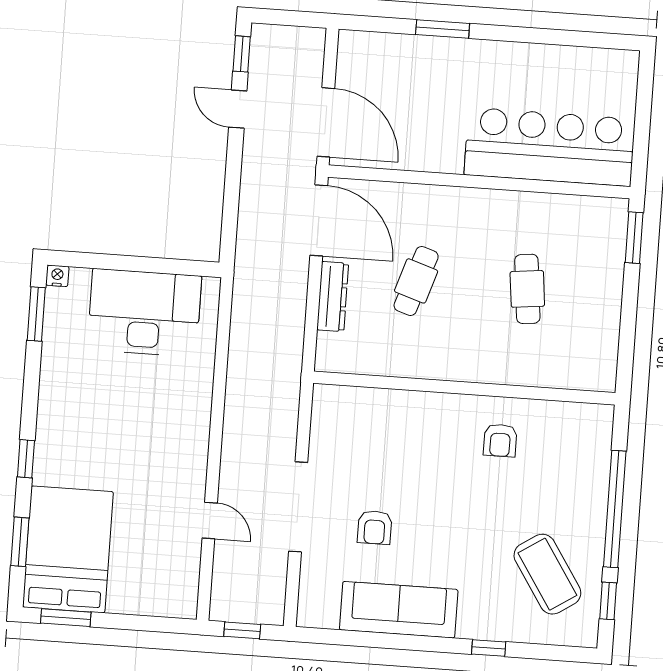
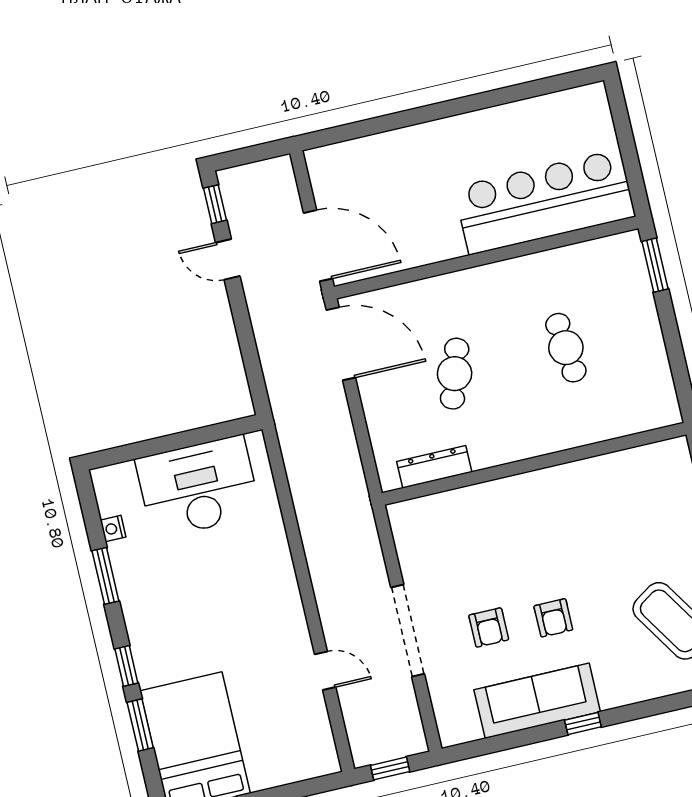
window: (443, 29) -> (404, 119), removed
nightstand: (57, 276) -> (113, 529), moved, turned -90
dresser: (333, 297) -> (434, 467), moved, turned -90
window: (36, 314) -> (105, 576), moved
armchair: (500, 440) -> (553, 618), moved
window: (20, 542) -> (140, 725), moved
window: (489, 648) -> (583, 724), moved

